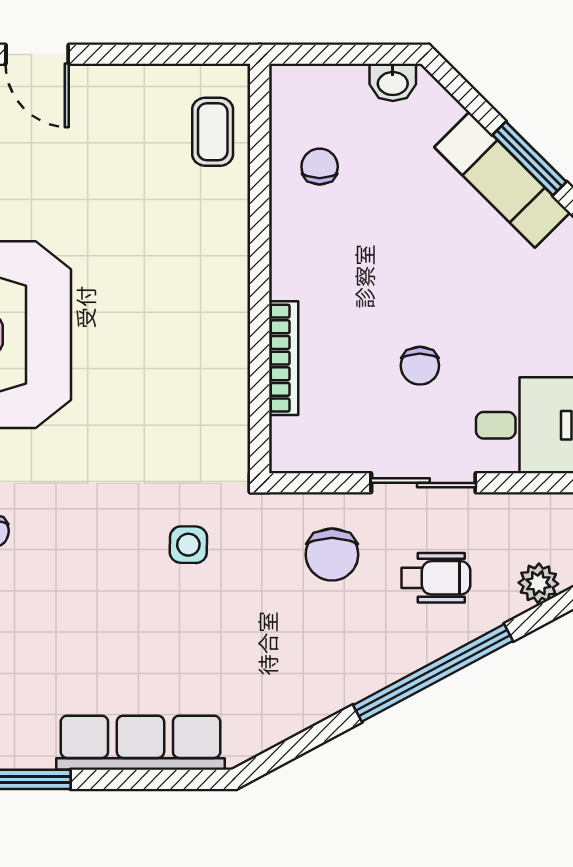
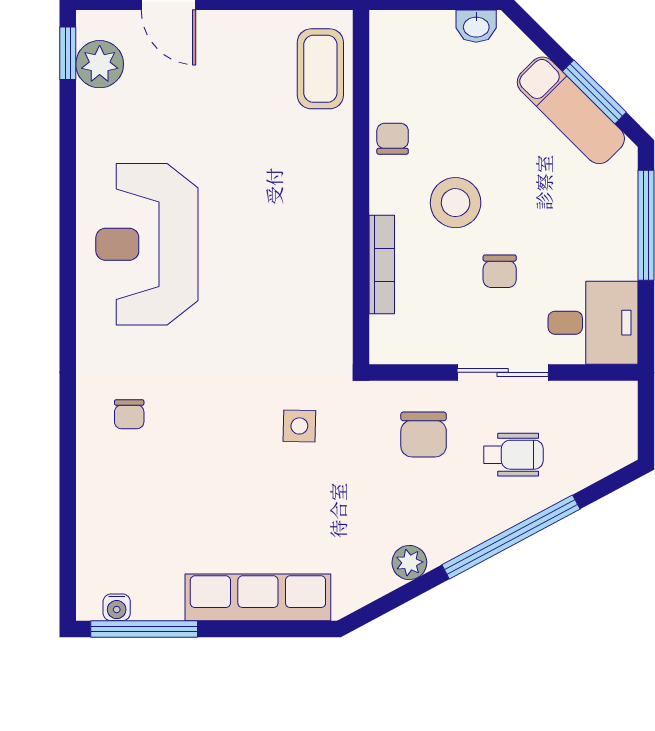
coffee table: (213, 132) -> (320, 69), width x1.36, depth x1.30
chair: (320, 167) -> (393, 139), moved
stool: (369, 286) -> (456, 203), added
plant: (538, 583) -> (409, 563), moved

